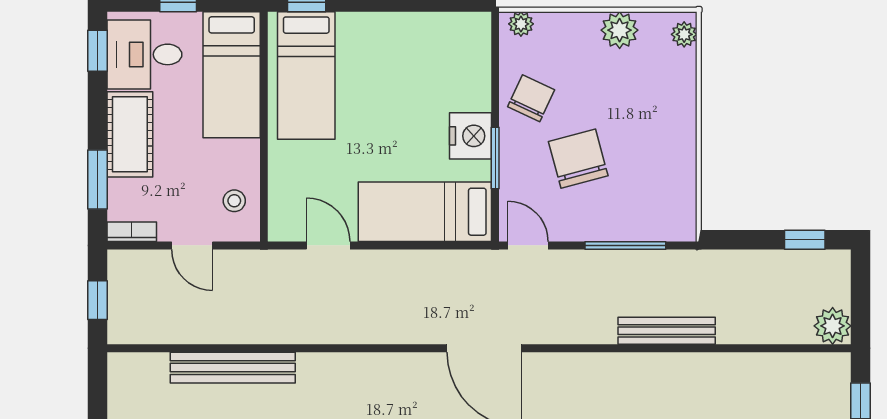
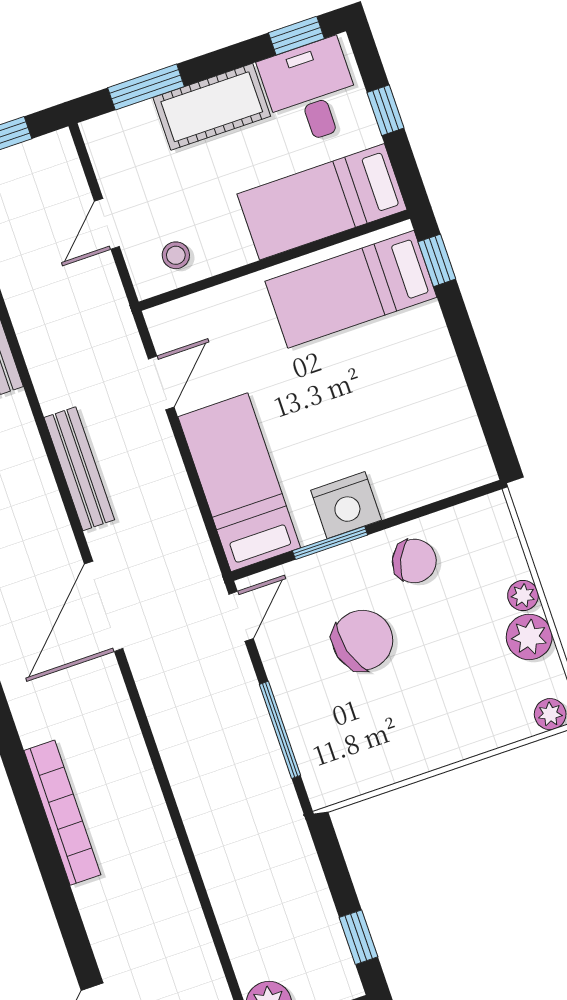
plant: (521, 24) -> (523, 596), moved
bookcase: (132, 232) -> (99, 148), removed
bench: (667, 331) -> (79, 469), moved

